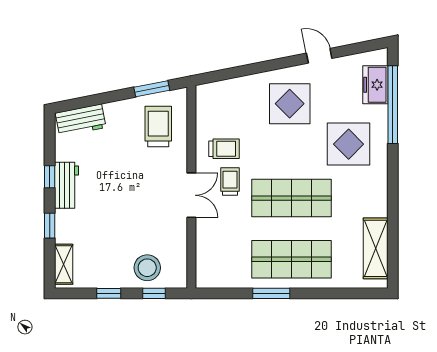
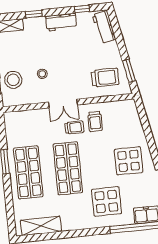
window: (50, 177) -> (82, 9), moved
stool: (143, 222) -> (42, 74), added

